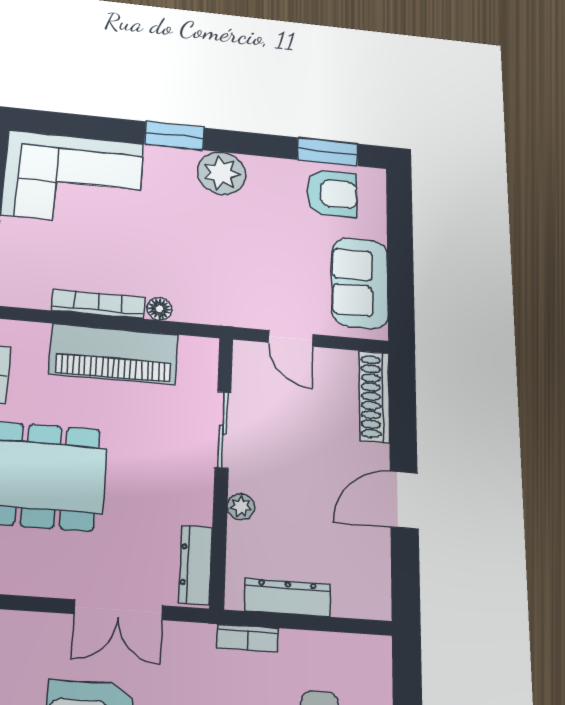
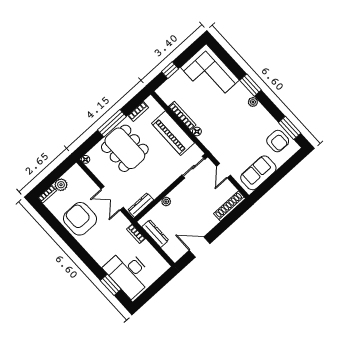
plant: (222, 173) -> (253, 102), width x0.53, depth x0.53
sliding door: (223, 430) -> (193, 167), moved
door: (404, 500) -> (200, 247), moved

